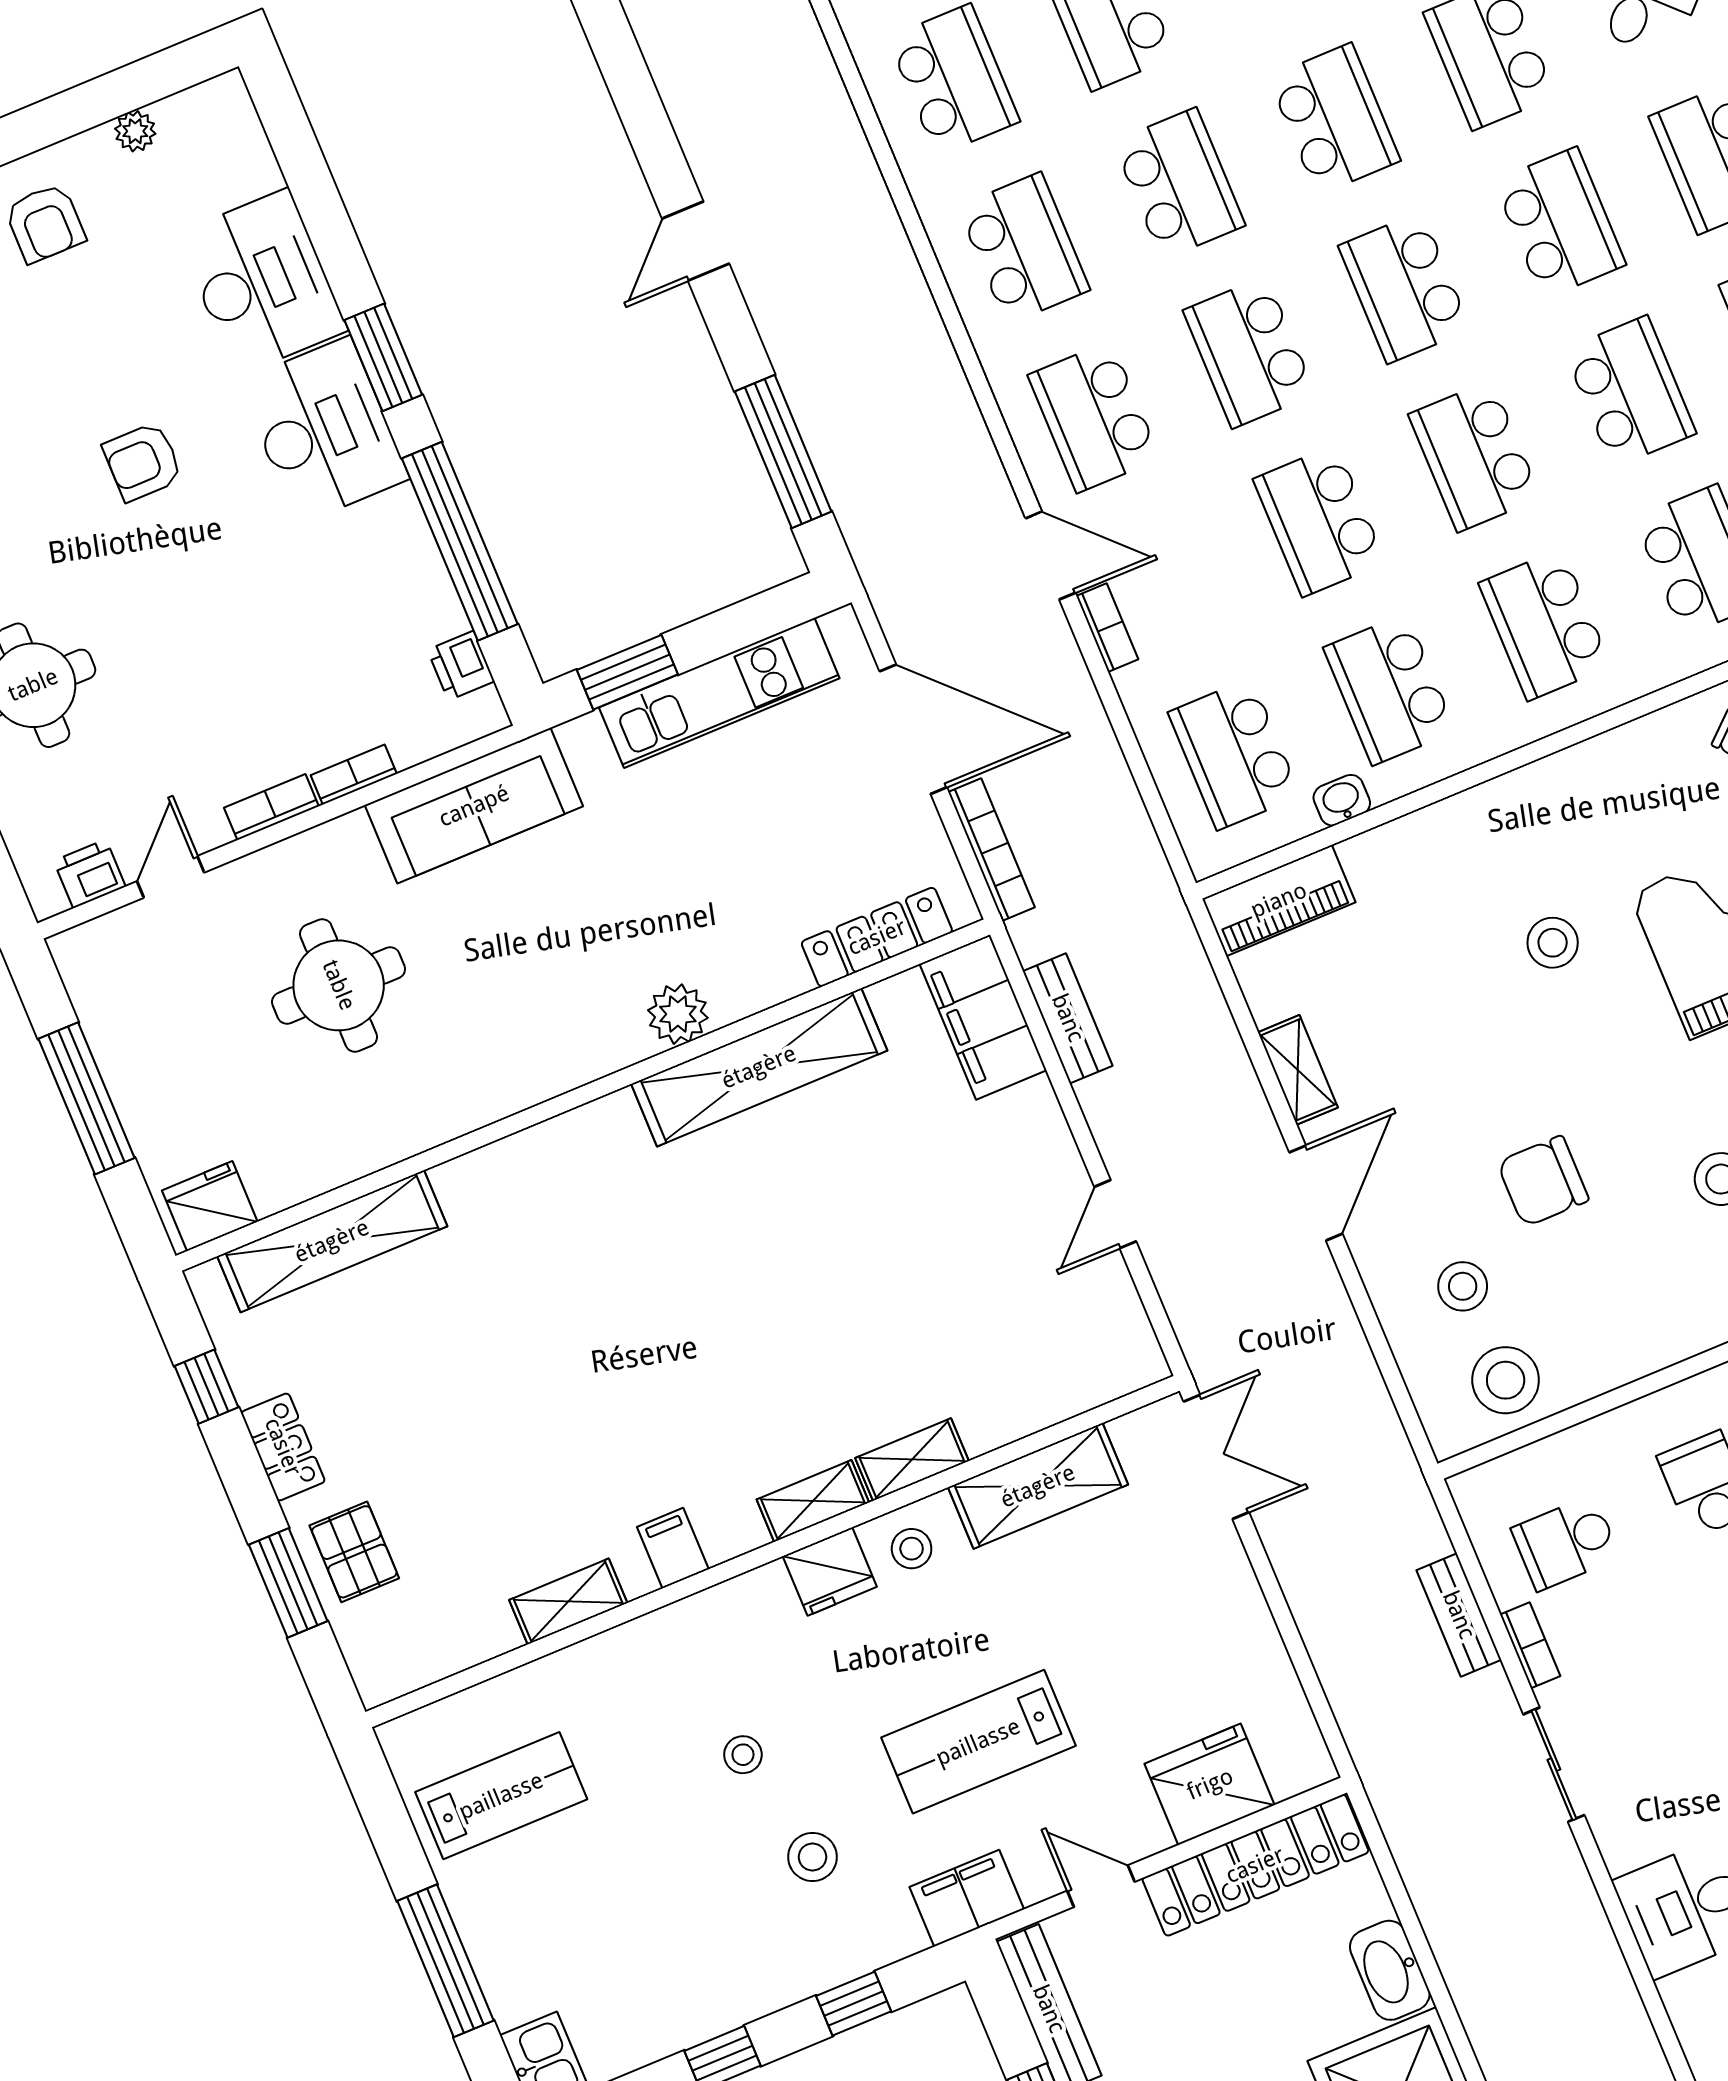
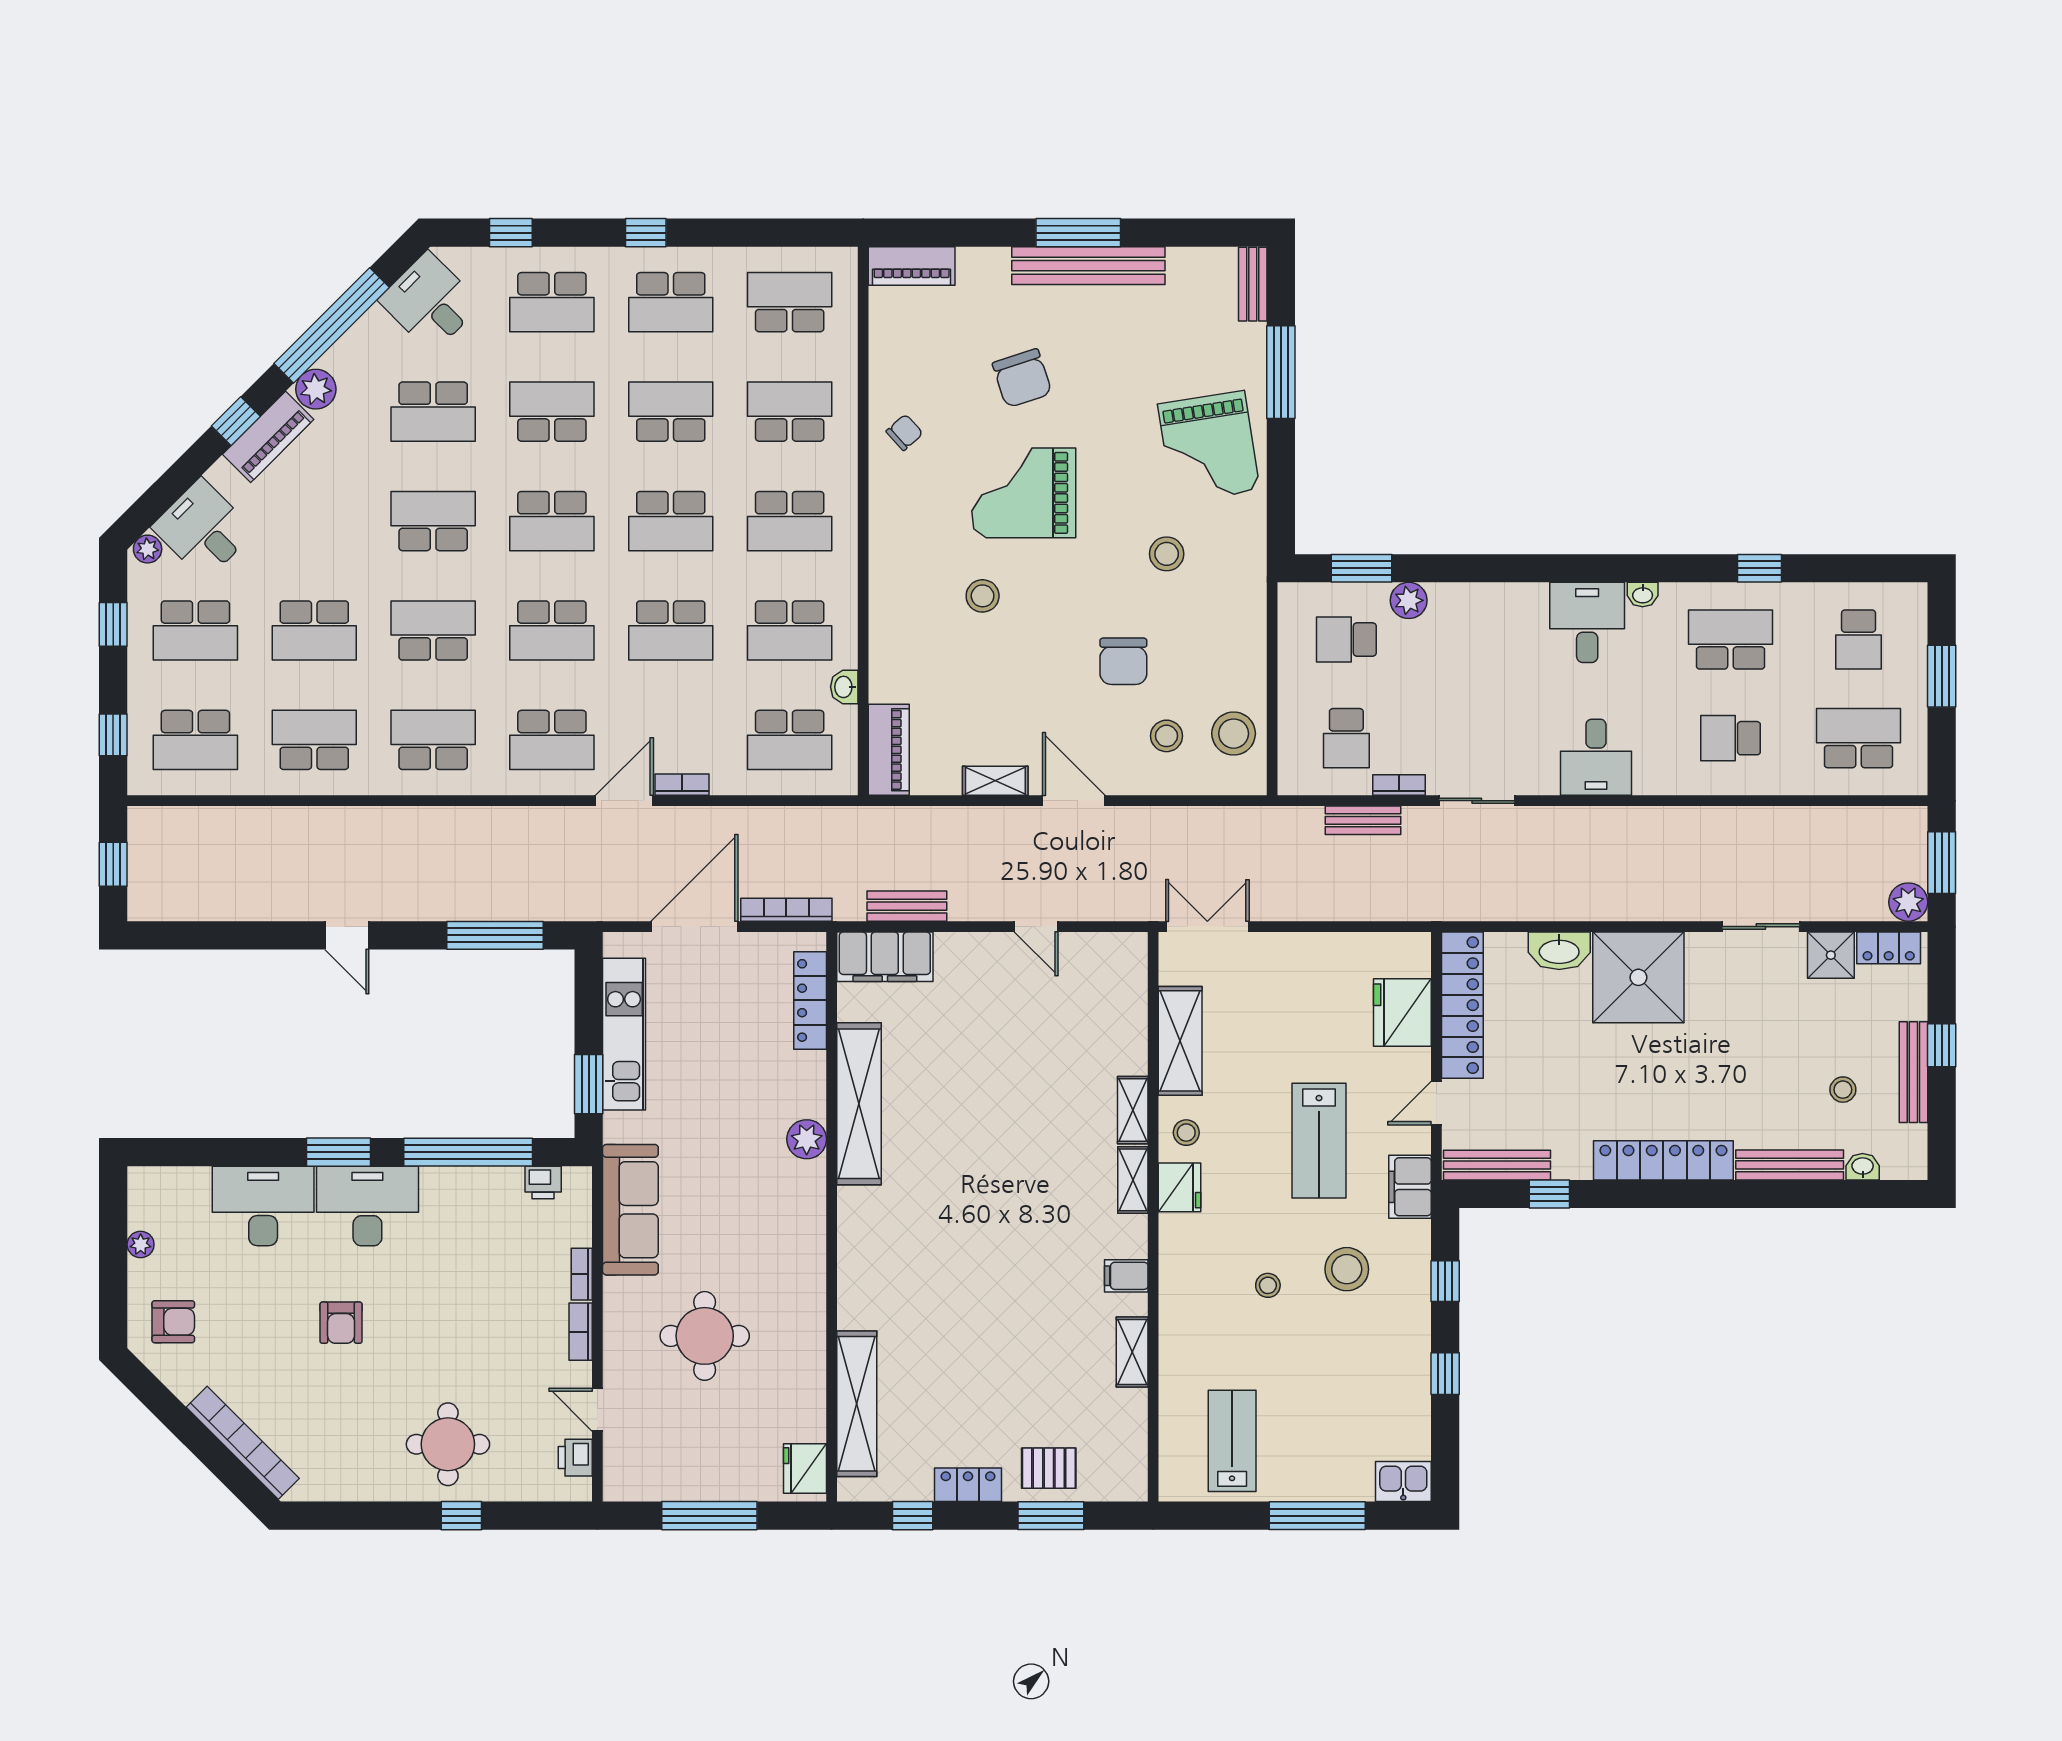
stool: (813, 1857) -> (1347, 1269), width x1.38, depth x1.38

